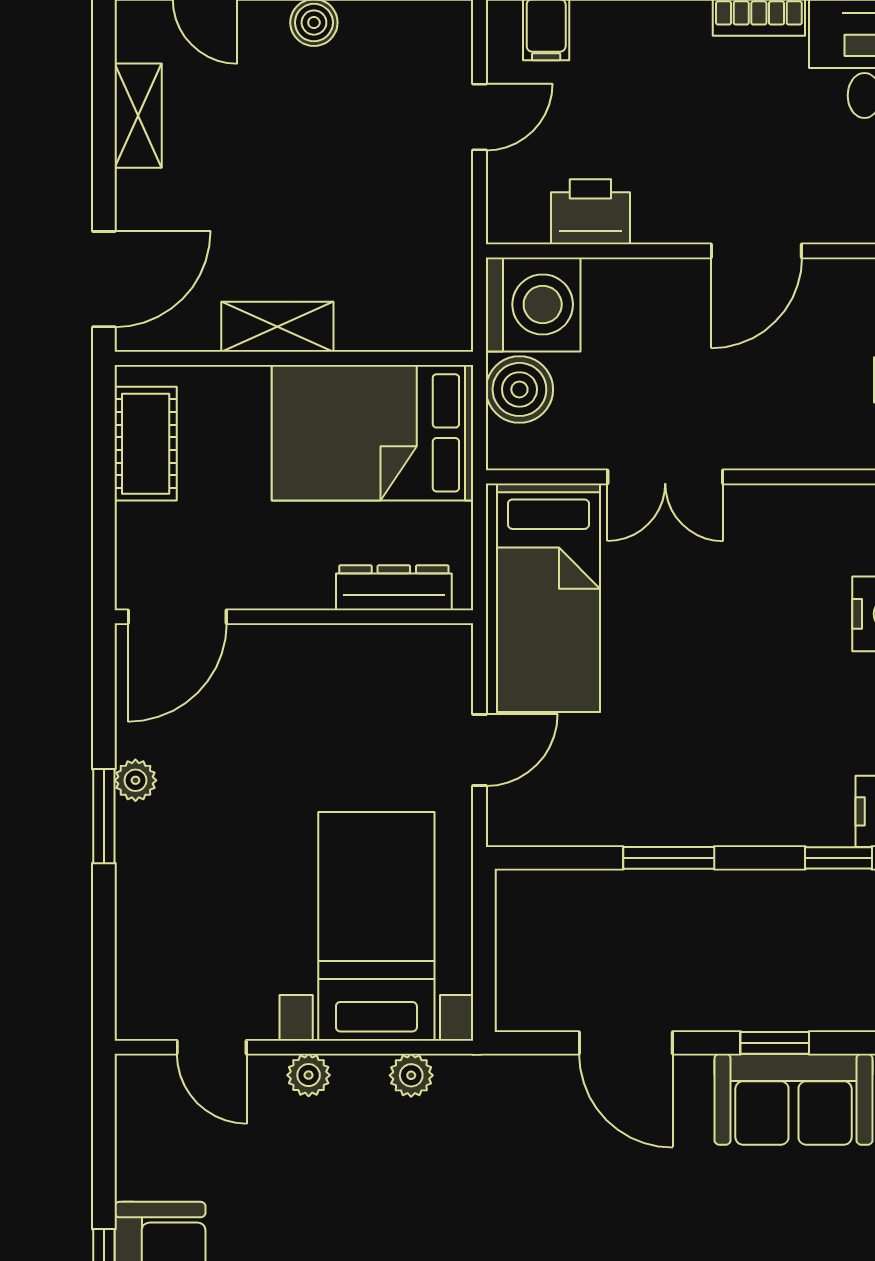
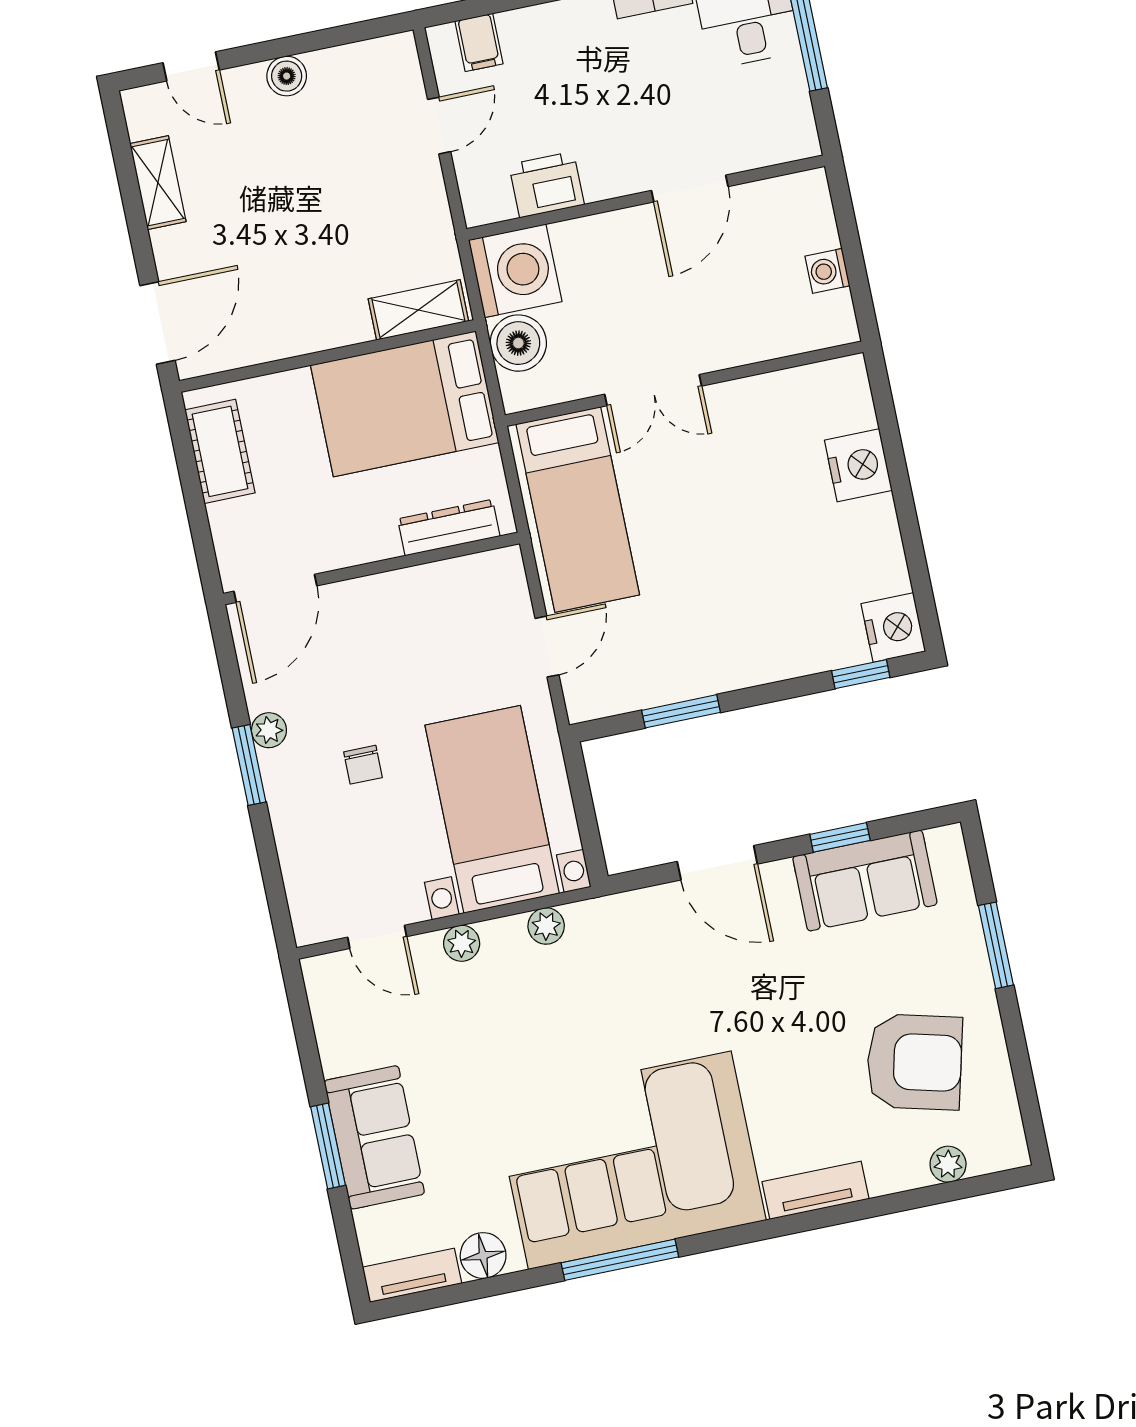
shelving: (277, 327) -> (418, 310), moved
chair: (237, 843) -> (363, 765), added
window: (669, 858) -> (681, 711), moved

